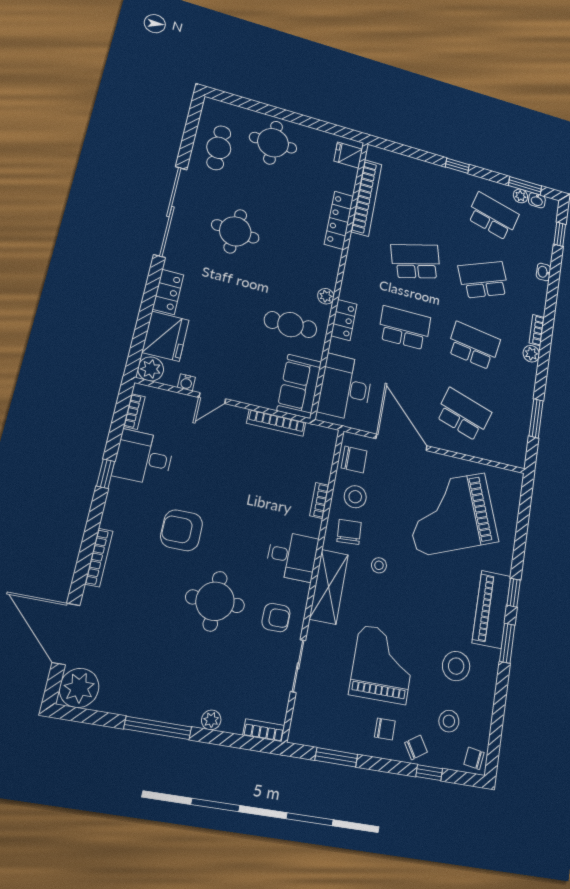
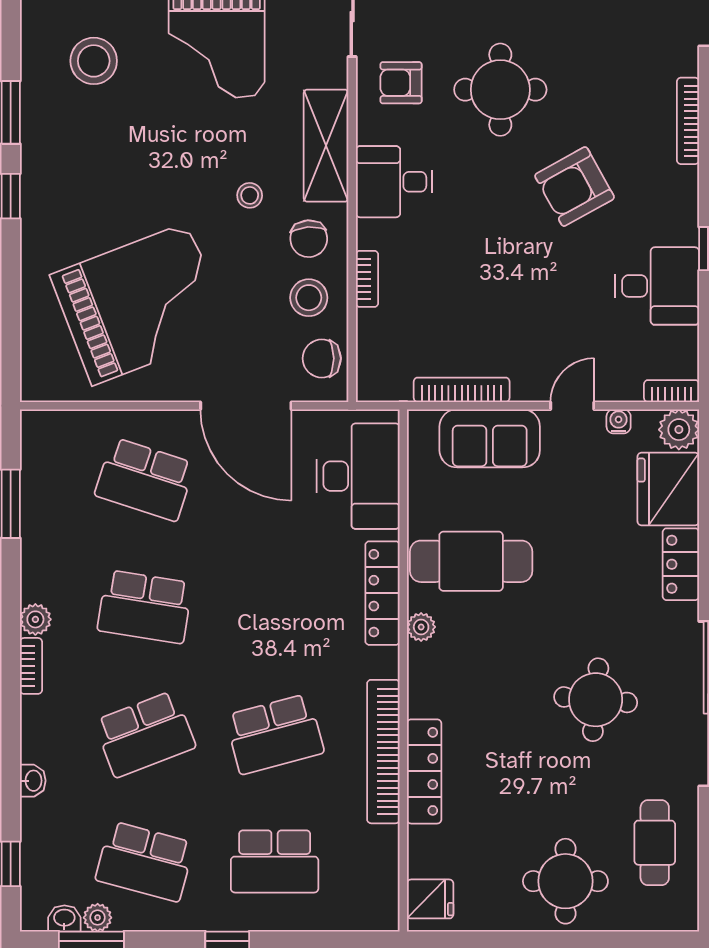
bookcase: (366, 198) -> (383, 752), moved
locker: (344, 320) -> (382, 593), width x1.53
cafe table: (290, 325) -> (471, 561), width x1.37, depth x1.35
school desk: (404, 328) -> (275, 861), moved
sofa: (299, 386) -> (490, 438), moved, turned 90
bookcase: (134, 412) -> (672, 391), moved, turned 90
armchair: (182, 530) -> (575, 187), turned 151
piano: (492, 609) -> (46, 162), removed

